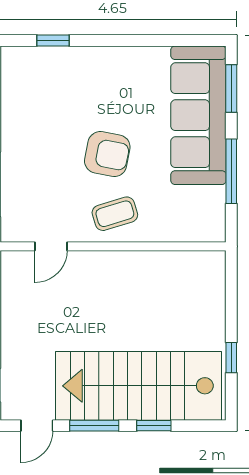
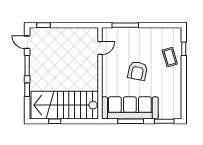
sofa: (198, 115) -> (130, 108), moved
coffee table: (115, 214) -> (170, 57), moved
door: (51, 246) -> (100, 48), swing flipped
stairs: (139, 386) -> (65, 105), moved, turned -90

